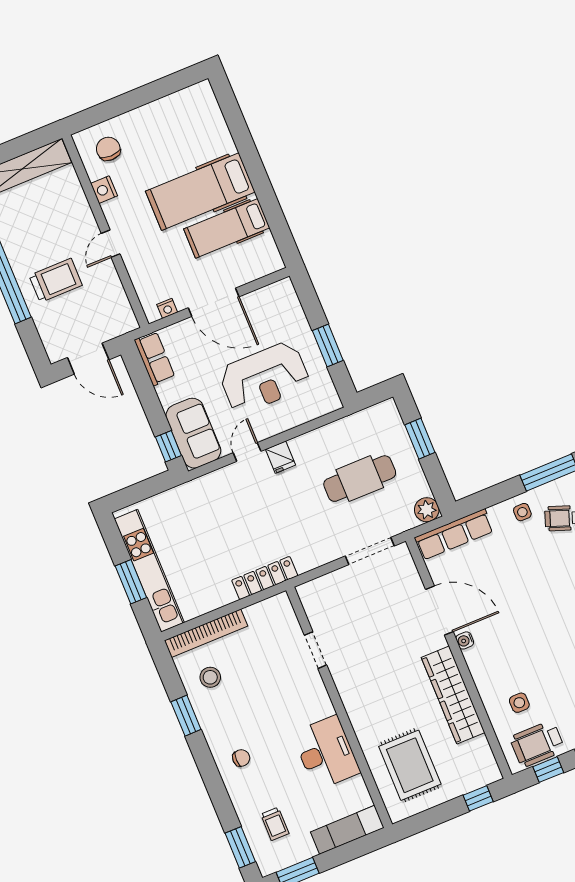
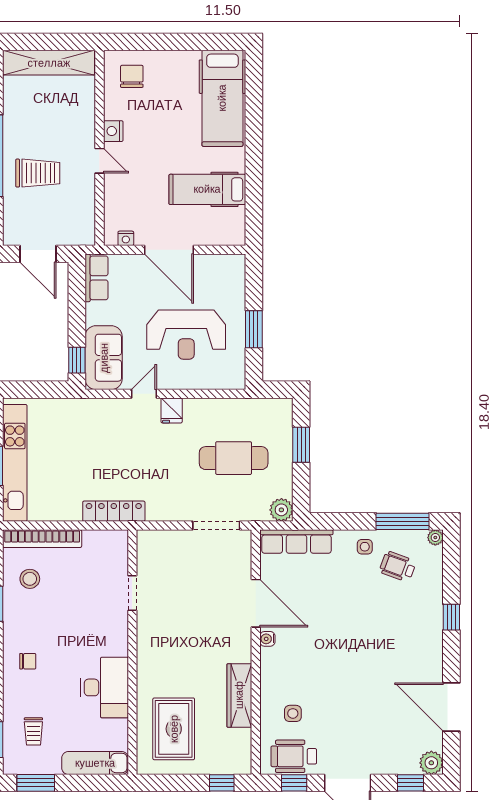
nightstand: (104, 190) -> (113, 131), moved
hospital bed: (200, 192) -> (222, 98), moved, turned -90
door: (111, 244) -> (99, 161), swing flipped
wardrobe: (453, 695) -> (239, 695), width x0.71, depth x0.85

